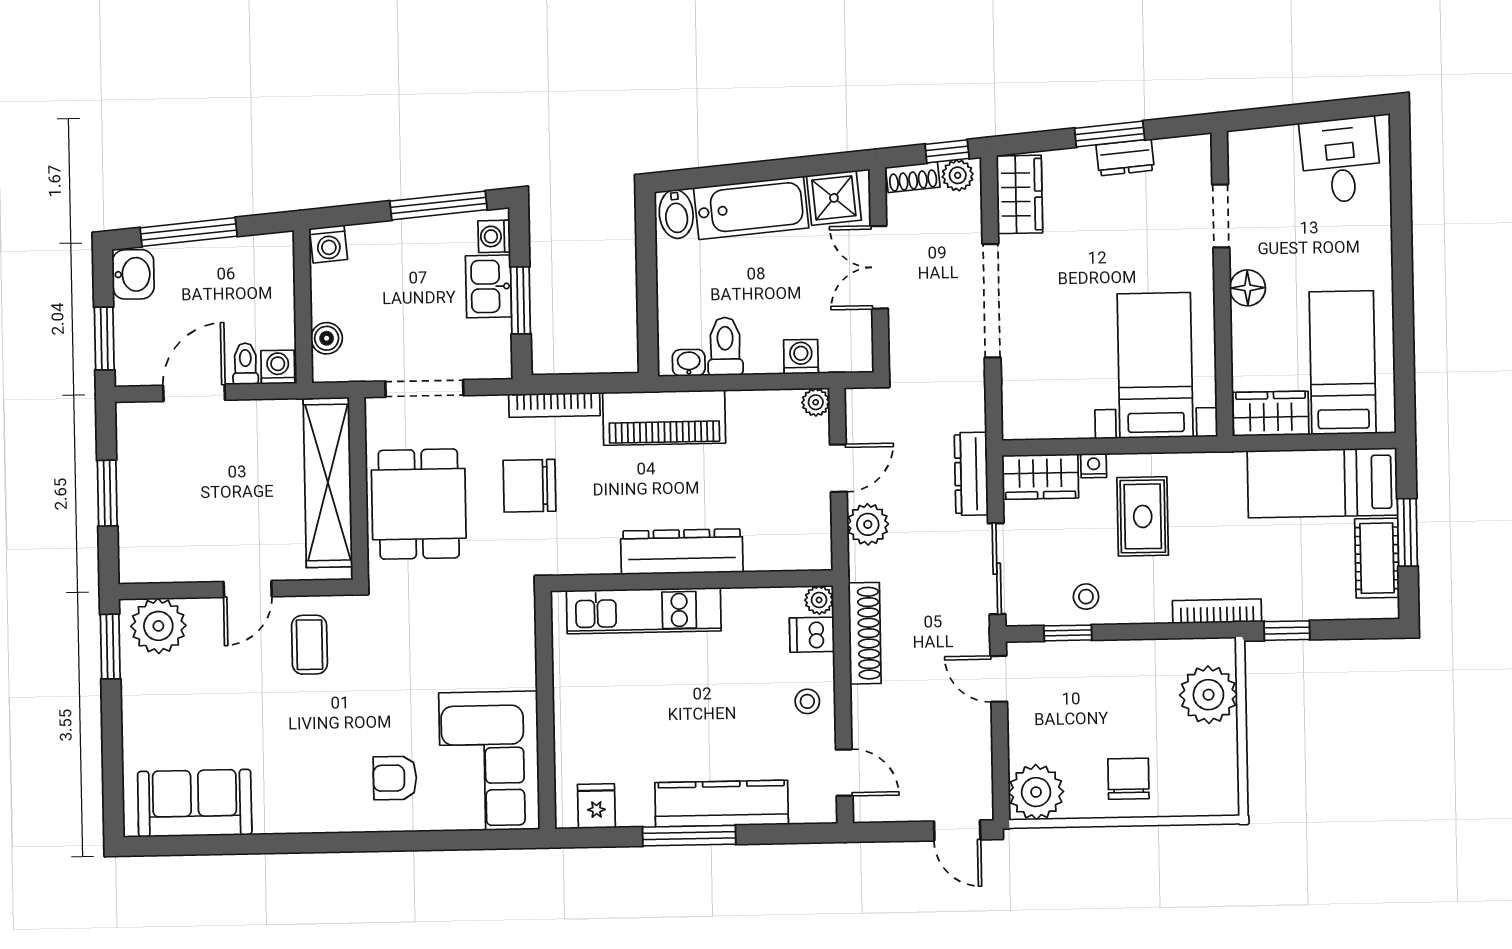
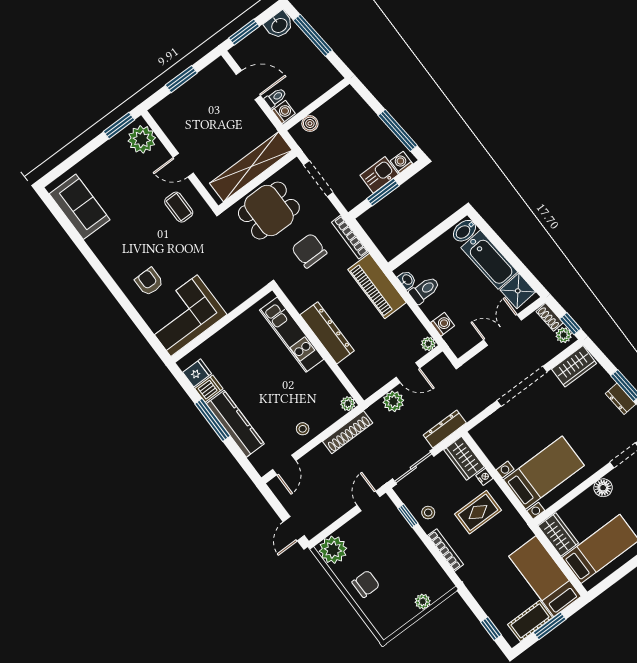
washing machine: (329, 244) -> (349, 96), removed
bookcase: (1217, 611) -> (445, 550), moved
window: (1287, 631) -> (491, 629), moved
dishwasher: (812, 635) -> (209, 389), moved, turned 90
coffee table: (309, 645) -> (179, 207), turned 90
plant: (1208, 695) -> (423, 602), width x0.53, depth x0.53

